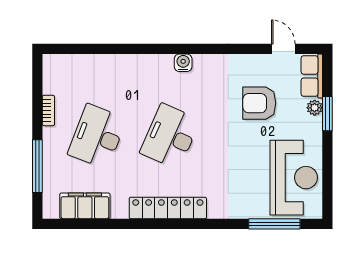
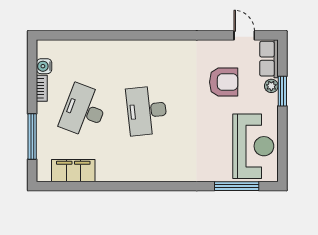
water cooler: (183, 63) -> (44, 66), moved, turned -90
armchair: (259, 103) -> (224, 82), turned 180
desk: (170, 136) -> (147, 111), turned -30
locker: (168, 208) -> (145, 172), removed

